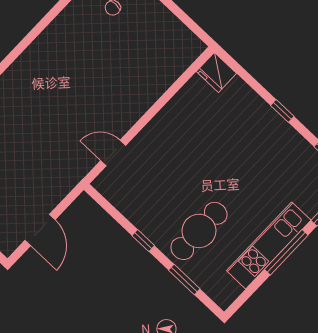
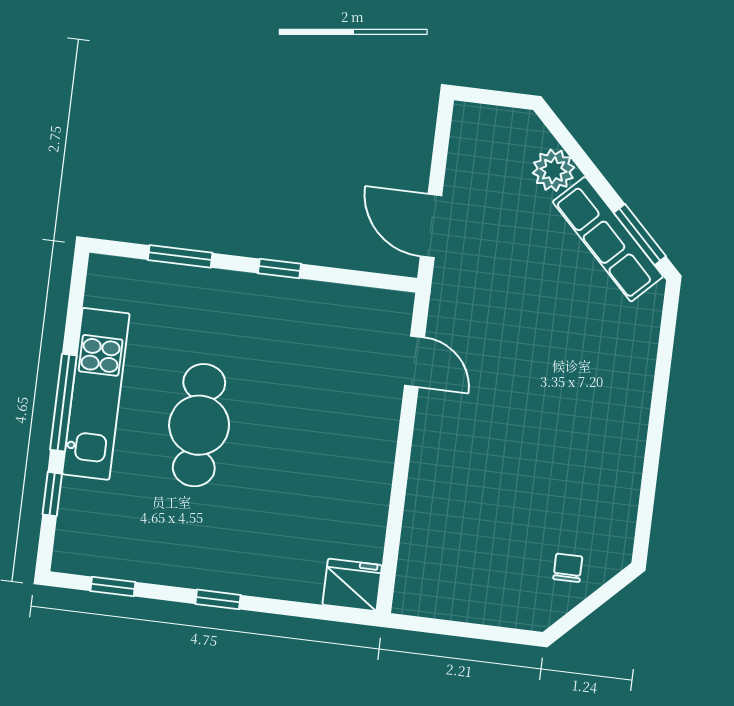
door: (113, 153) -> (414, 361), hinge flipped
door: (40, 230) -> (431, 226), moved
cafe table: (199, 231) -> (199, 425), moved

